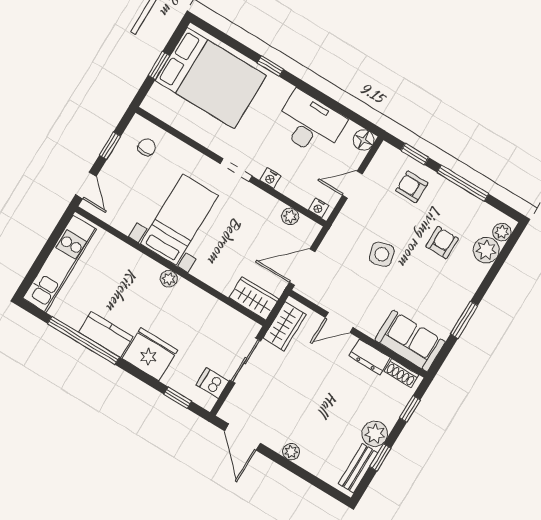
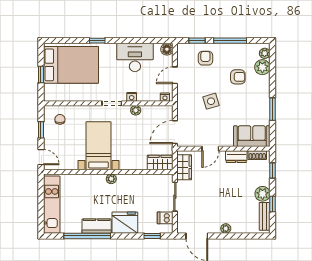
armchair: (412, 187) -> (205, 58), turned 90
plant: (290, 216) -> (136, 110), moved
armchair: (442, 243) -> (238, 77), turned 90

